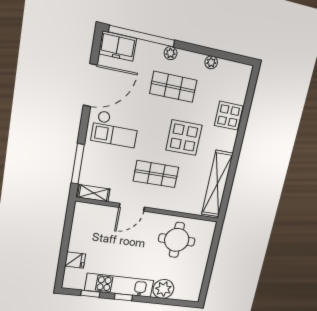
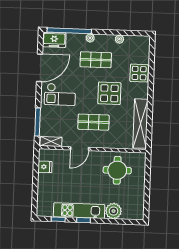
fridge: (75, 260) -> (45, 167), moved

